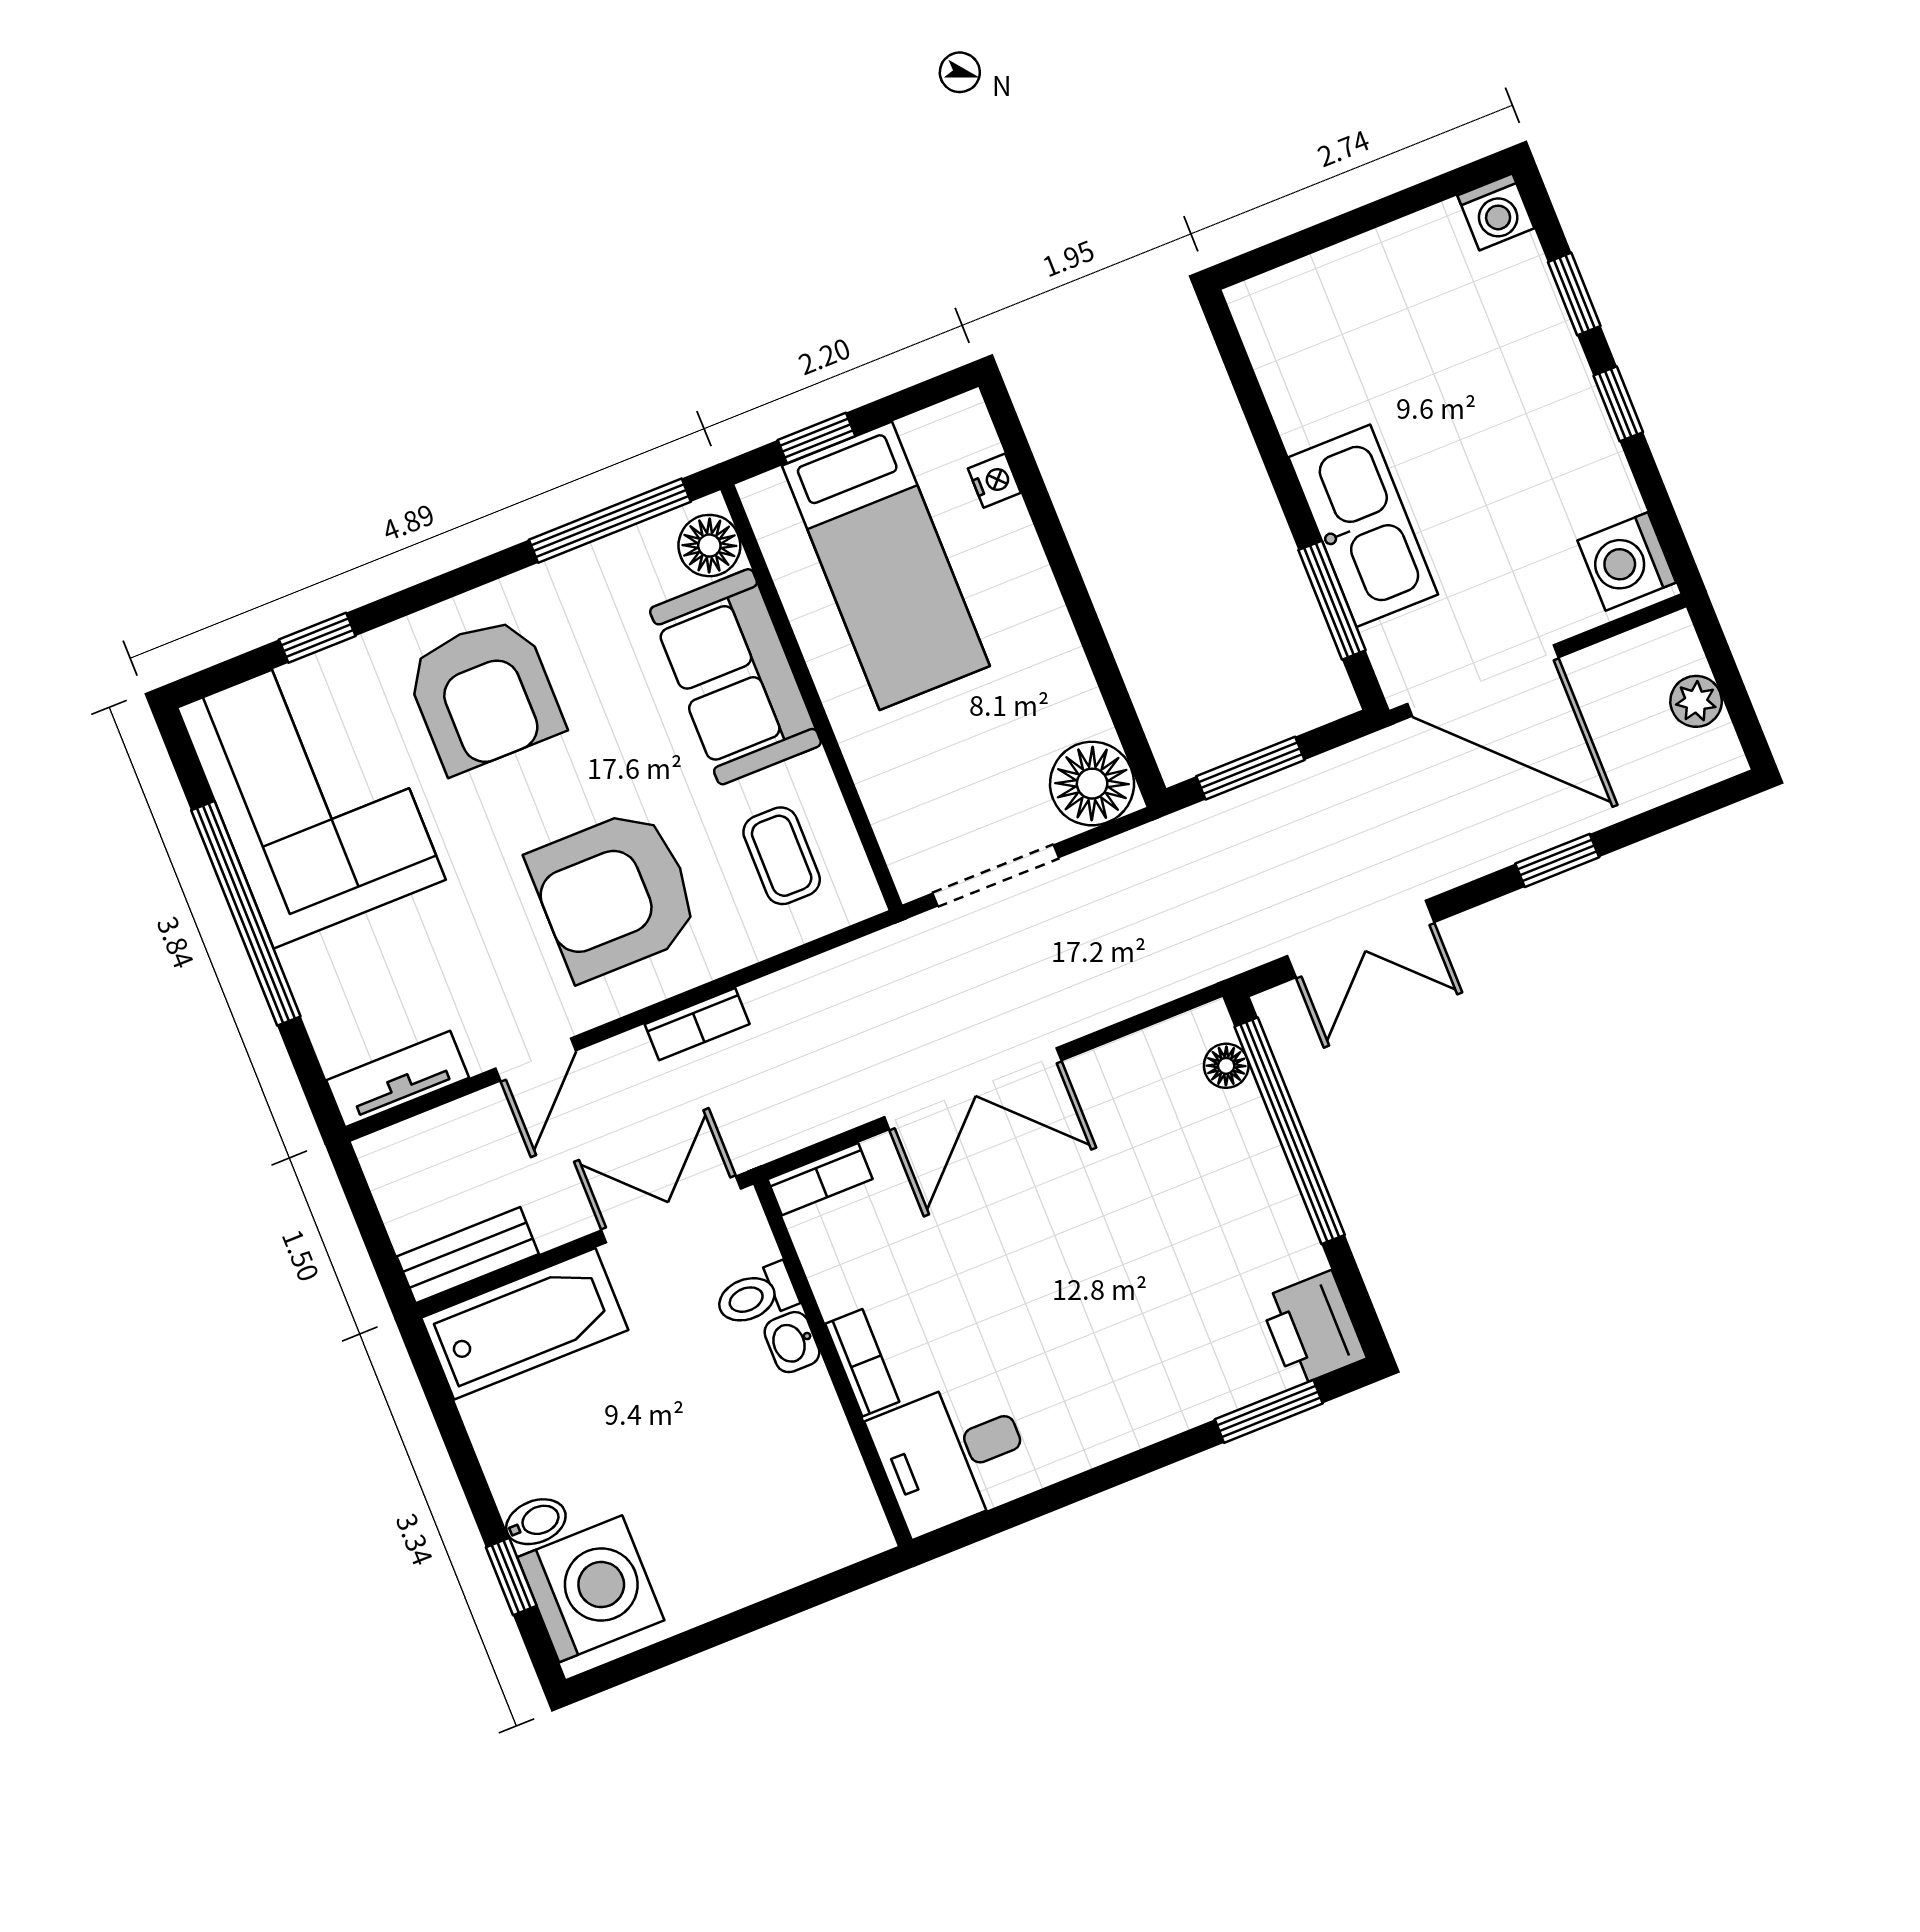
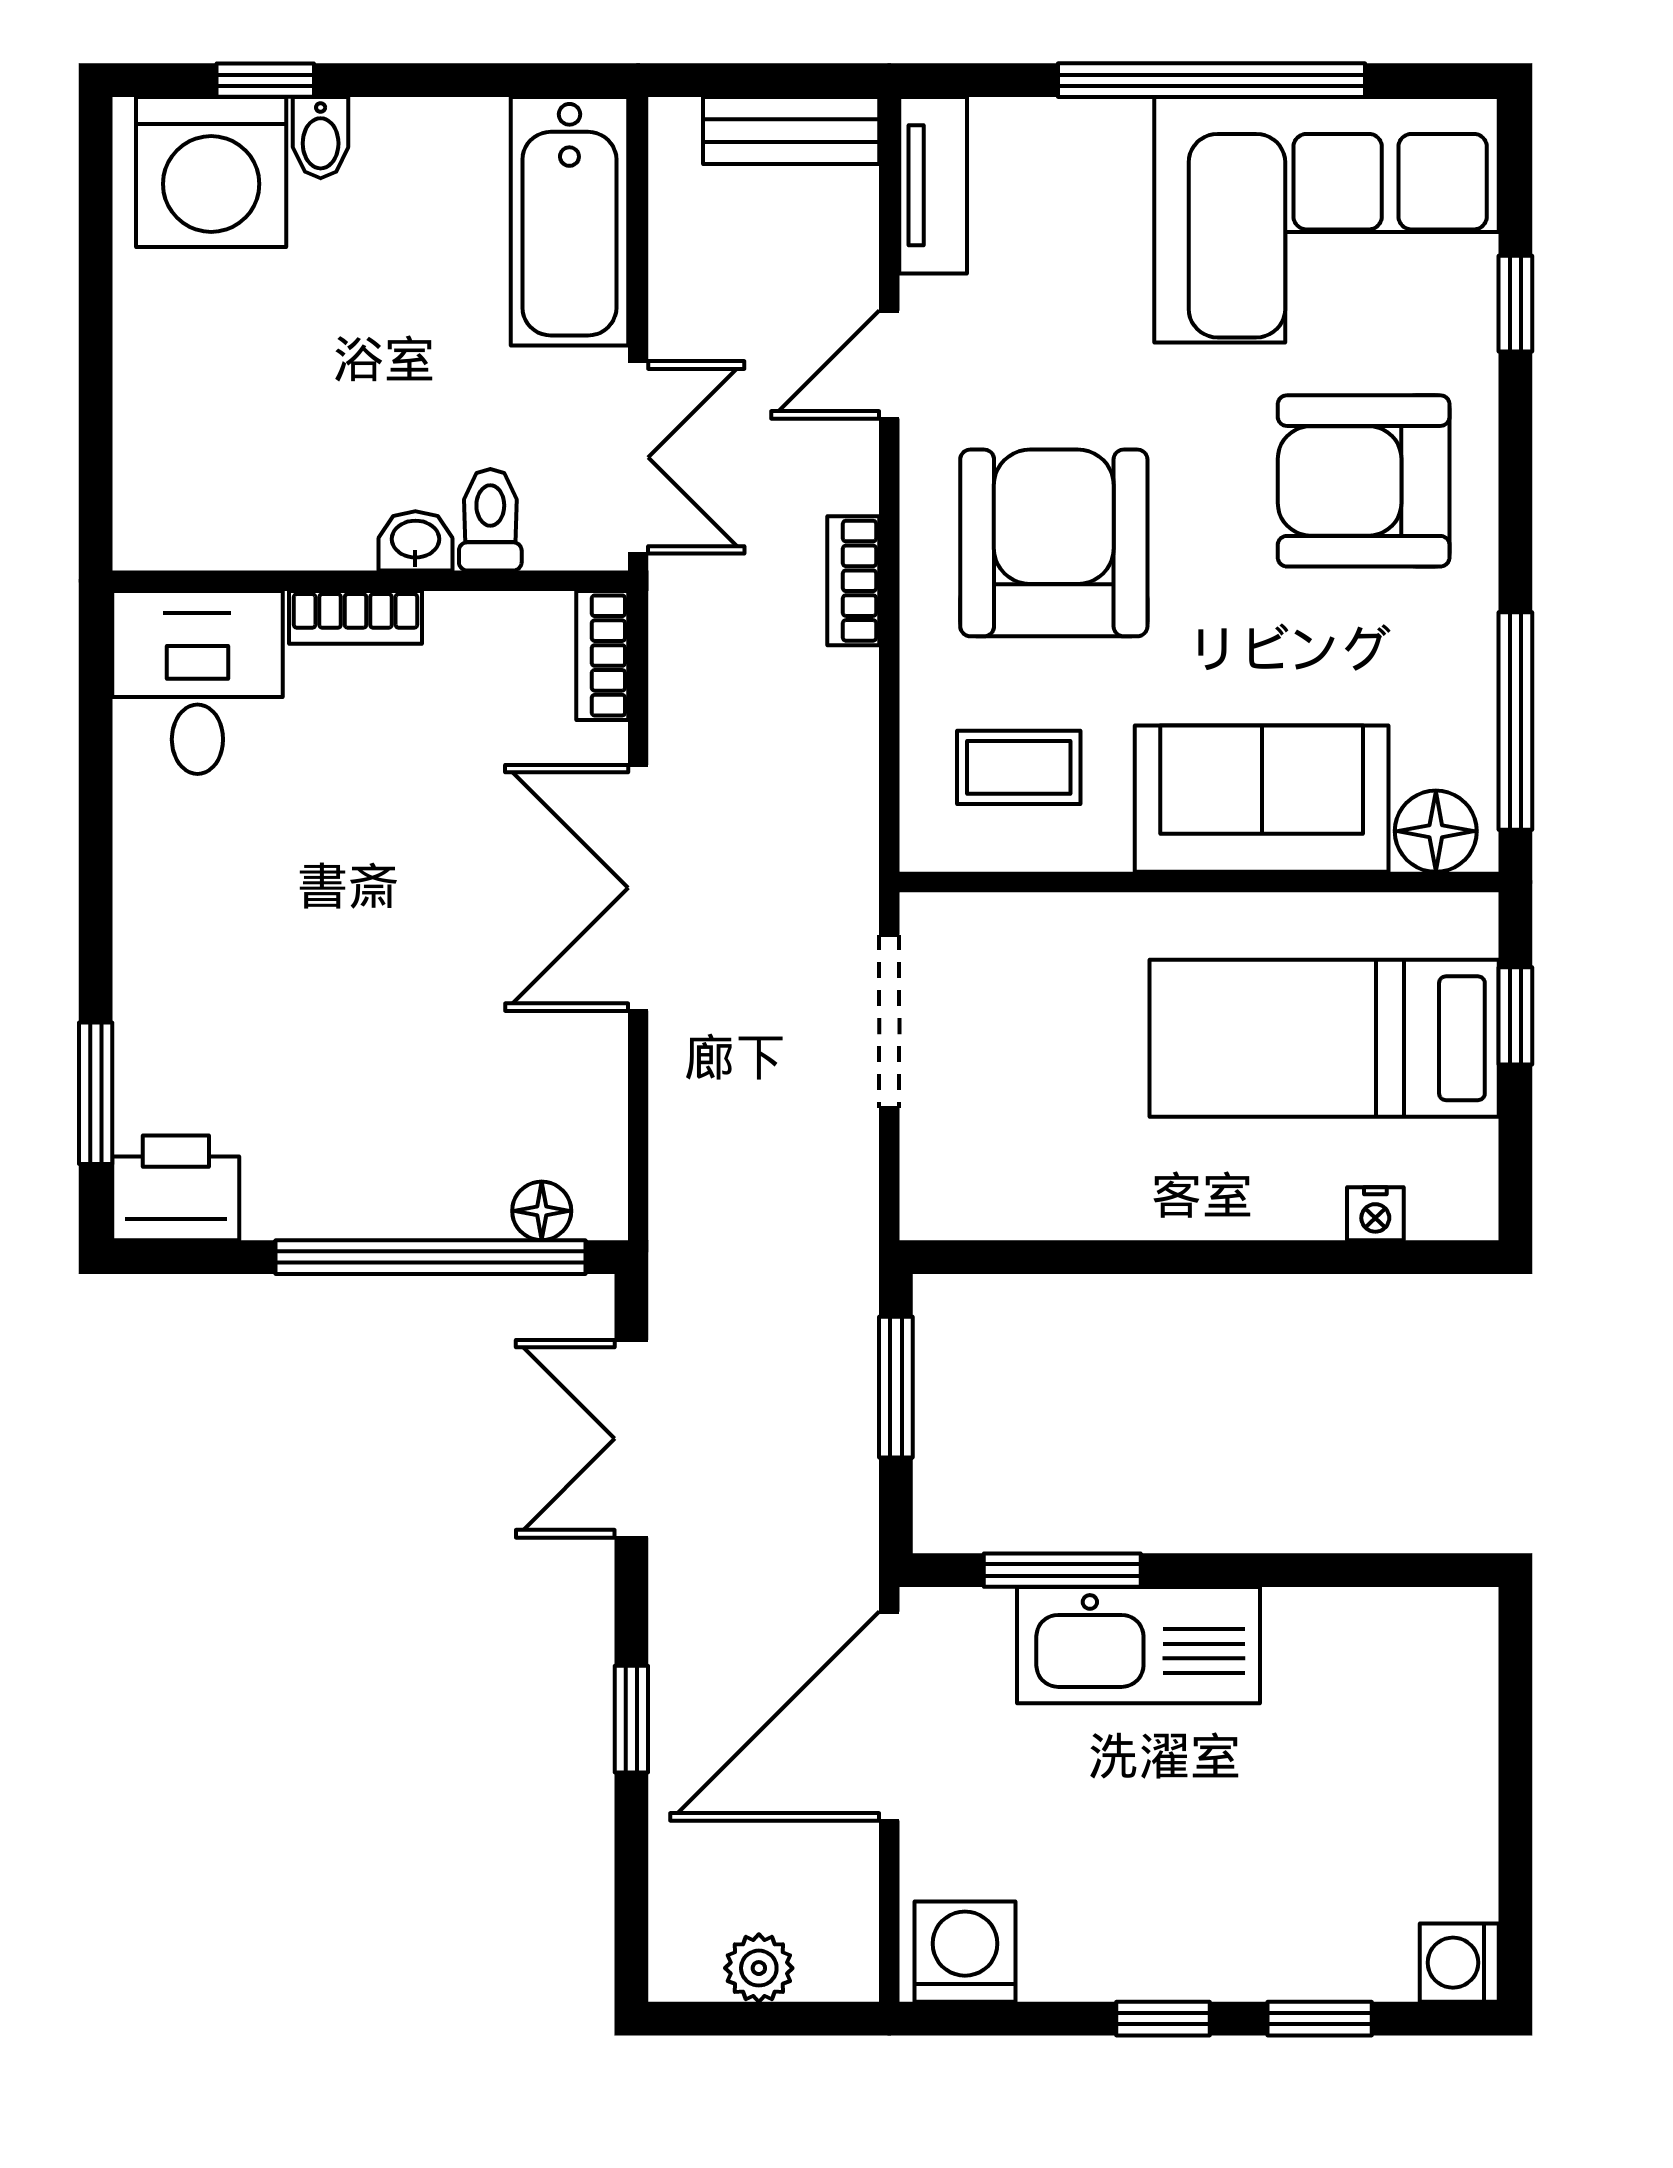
floor lamp: (1092, 784) -> (955, 1185), removed
door: (536, 1059) -> (889, 365), hinge flipped
bench: (468, 1255) -> (791, 131), moved, turned 90

